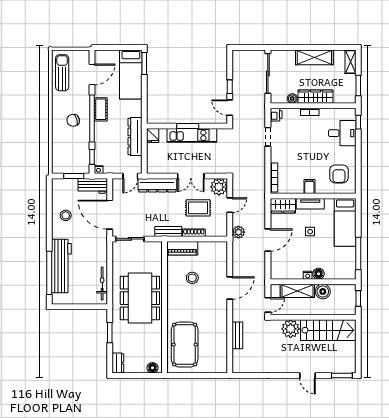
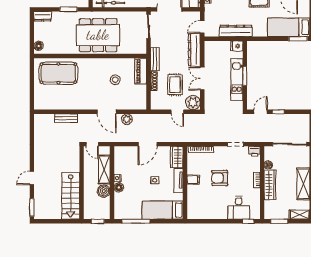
armchair: (339, 174) -> (220, 178), moved
door: (130, 176) -> (202, 27), hinge flipped
plant: (238, 232) -> (127, 119), moved
door: (268, 240) -> (148, 144), hinge flipped
plant: (291, 329) -> (72, 164), removed

